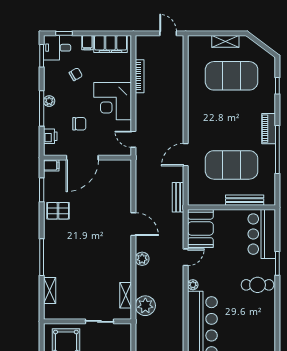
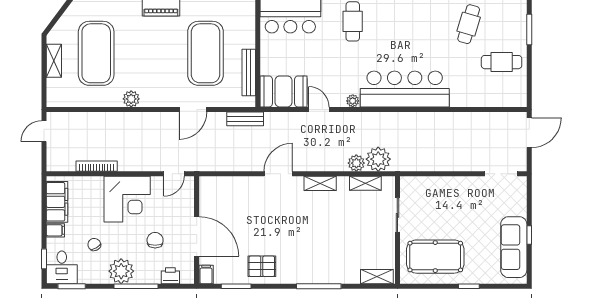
plant: (49, 101) -> (121, 271), width x1.87, depth x1.87
plant: (194, 104) -> (131, 99), added
door: (186, 155) -> (193, 110), hinge flipped
bench: (245, 200) -> (249, 73), moved
pallet: (58, 211) -> (262, 266), turned 90
shelving: (126, 258) -> (320, 183), added
plant: (142, 259) -> (356, 163), moved
shelving: (50, 291) -> (377, 277), moved

